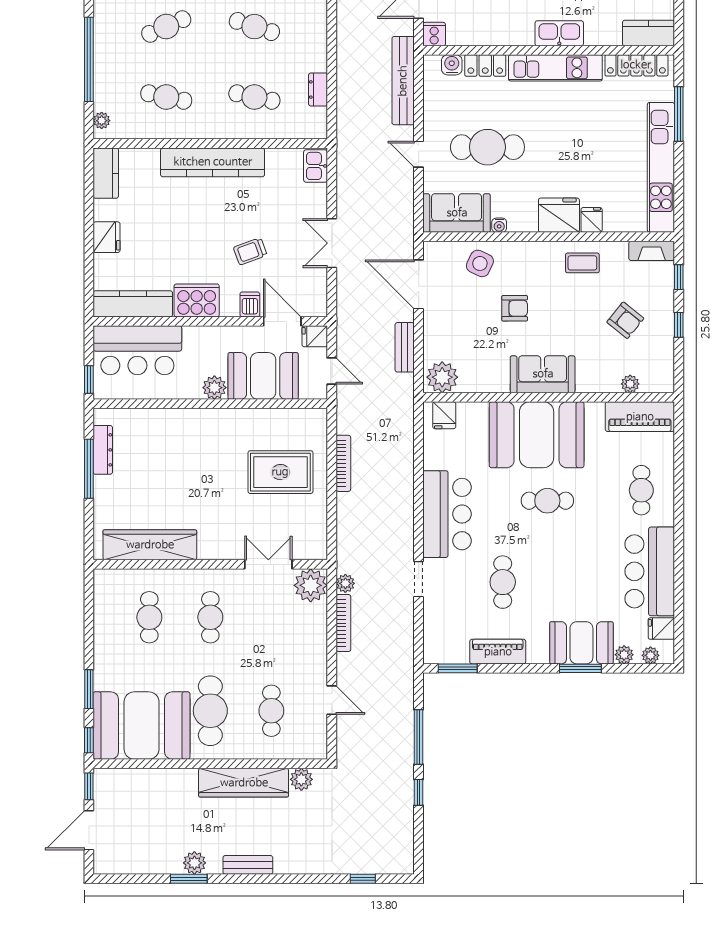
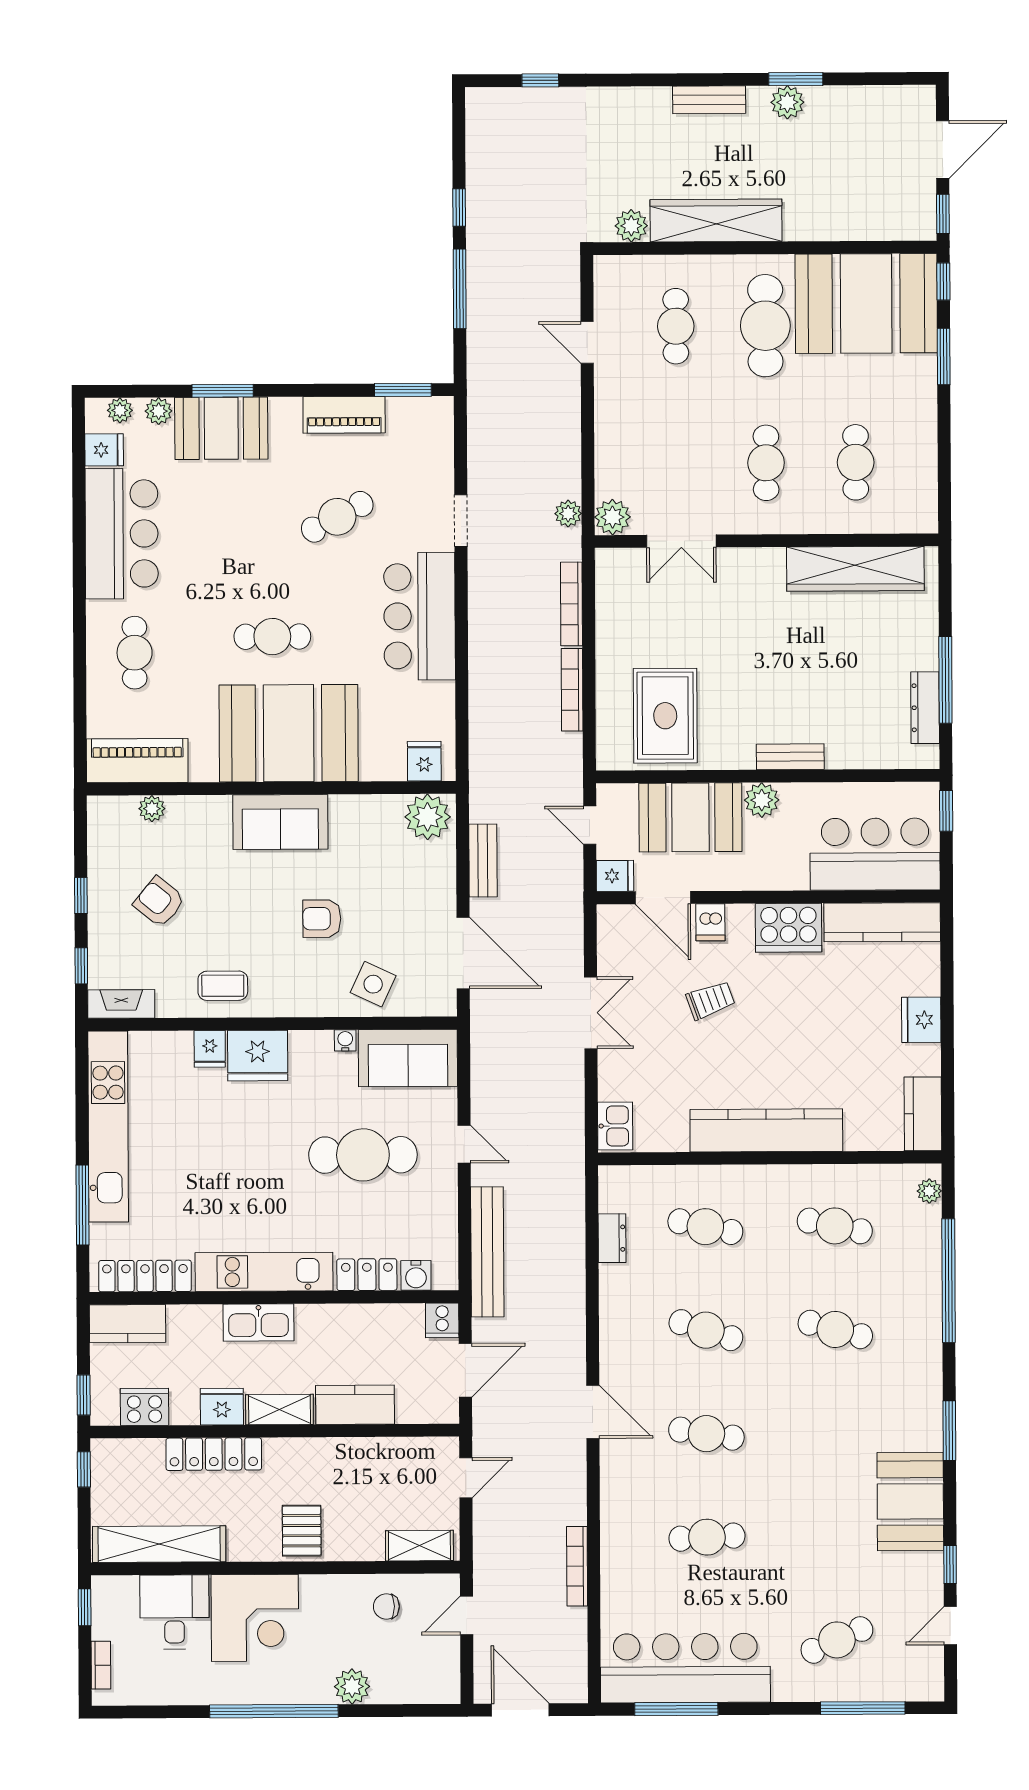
cafe table: (166, 27) -> (835, 1329), turned 39
bench: (195, 417) -> (790, 757), added
rug: (280, 472) -> (665, 716), moved, turned 90
cafe table: (503, 582) -> (337, 517), turned 62
plant: (311, 585) -> (613, 517), width x0.73, depth x0.73
bookcase: (343, 623) -> (571, 604), moved

